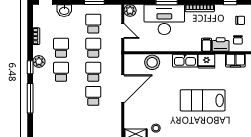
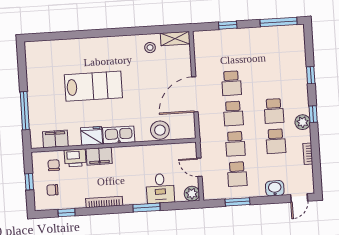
desk: (164, 20) -> (160, 188), width x0.53, depth x0.77
filing cabinet: (206, 45) -> (99, 156), width x2.00
window: (30, 98) -> (311, 75), width x0.46

